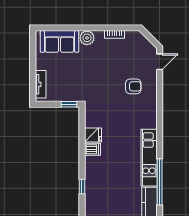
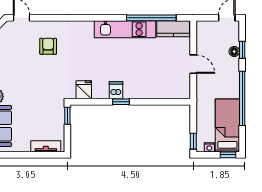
fridge: (93, 135) -> (84, 90), moved
window: (82, 186) -> (121, 102), moved

